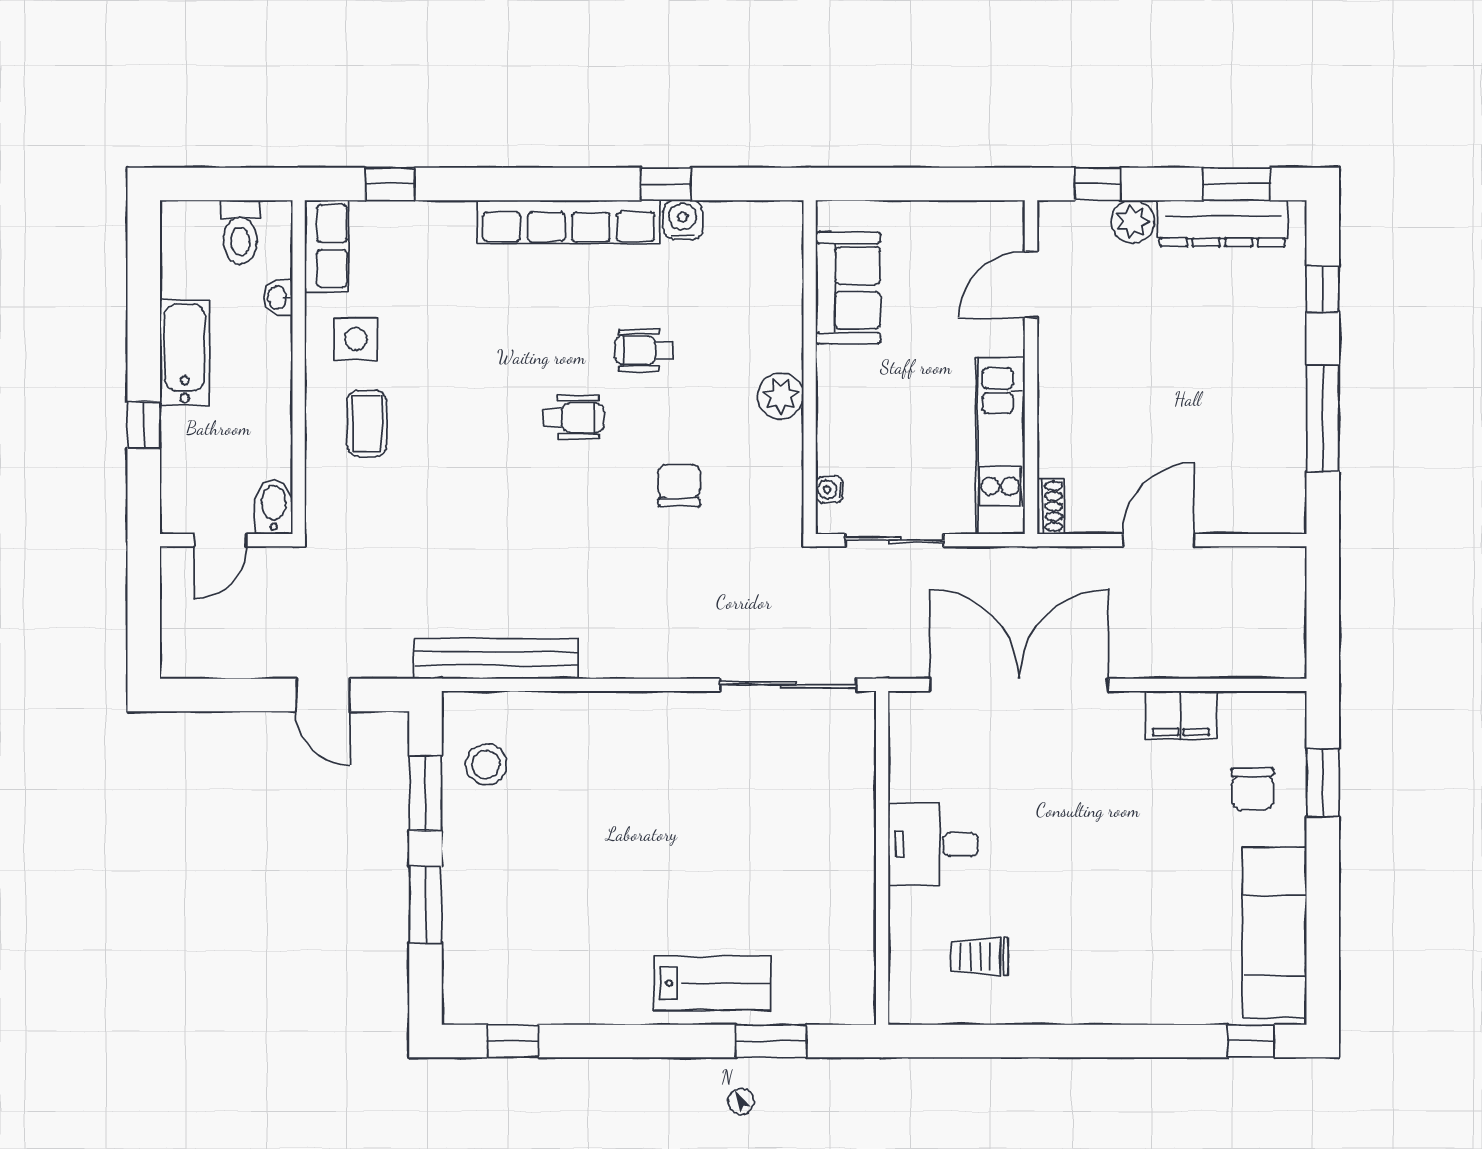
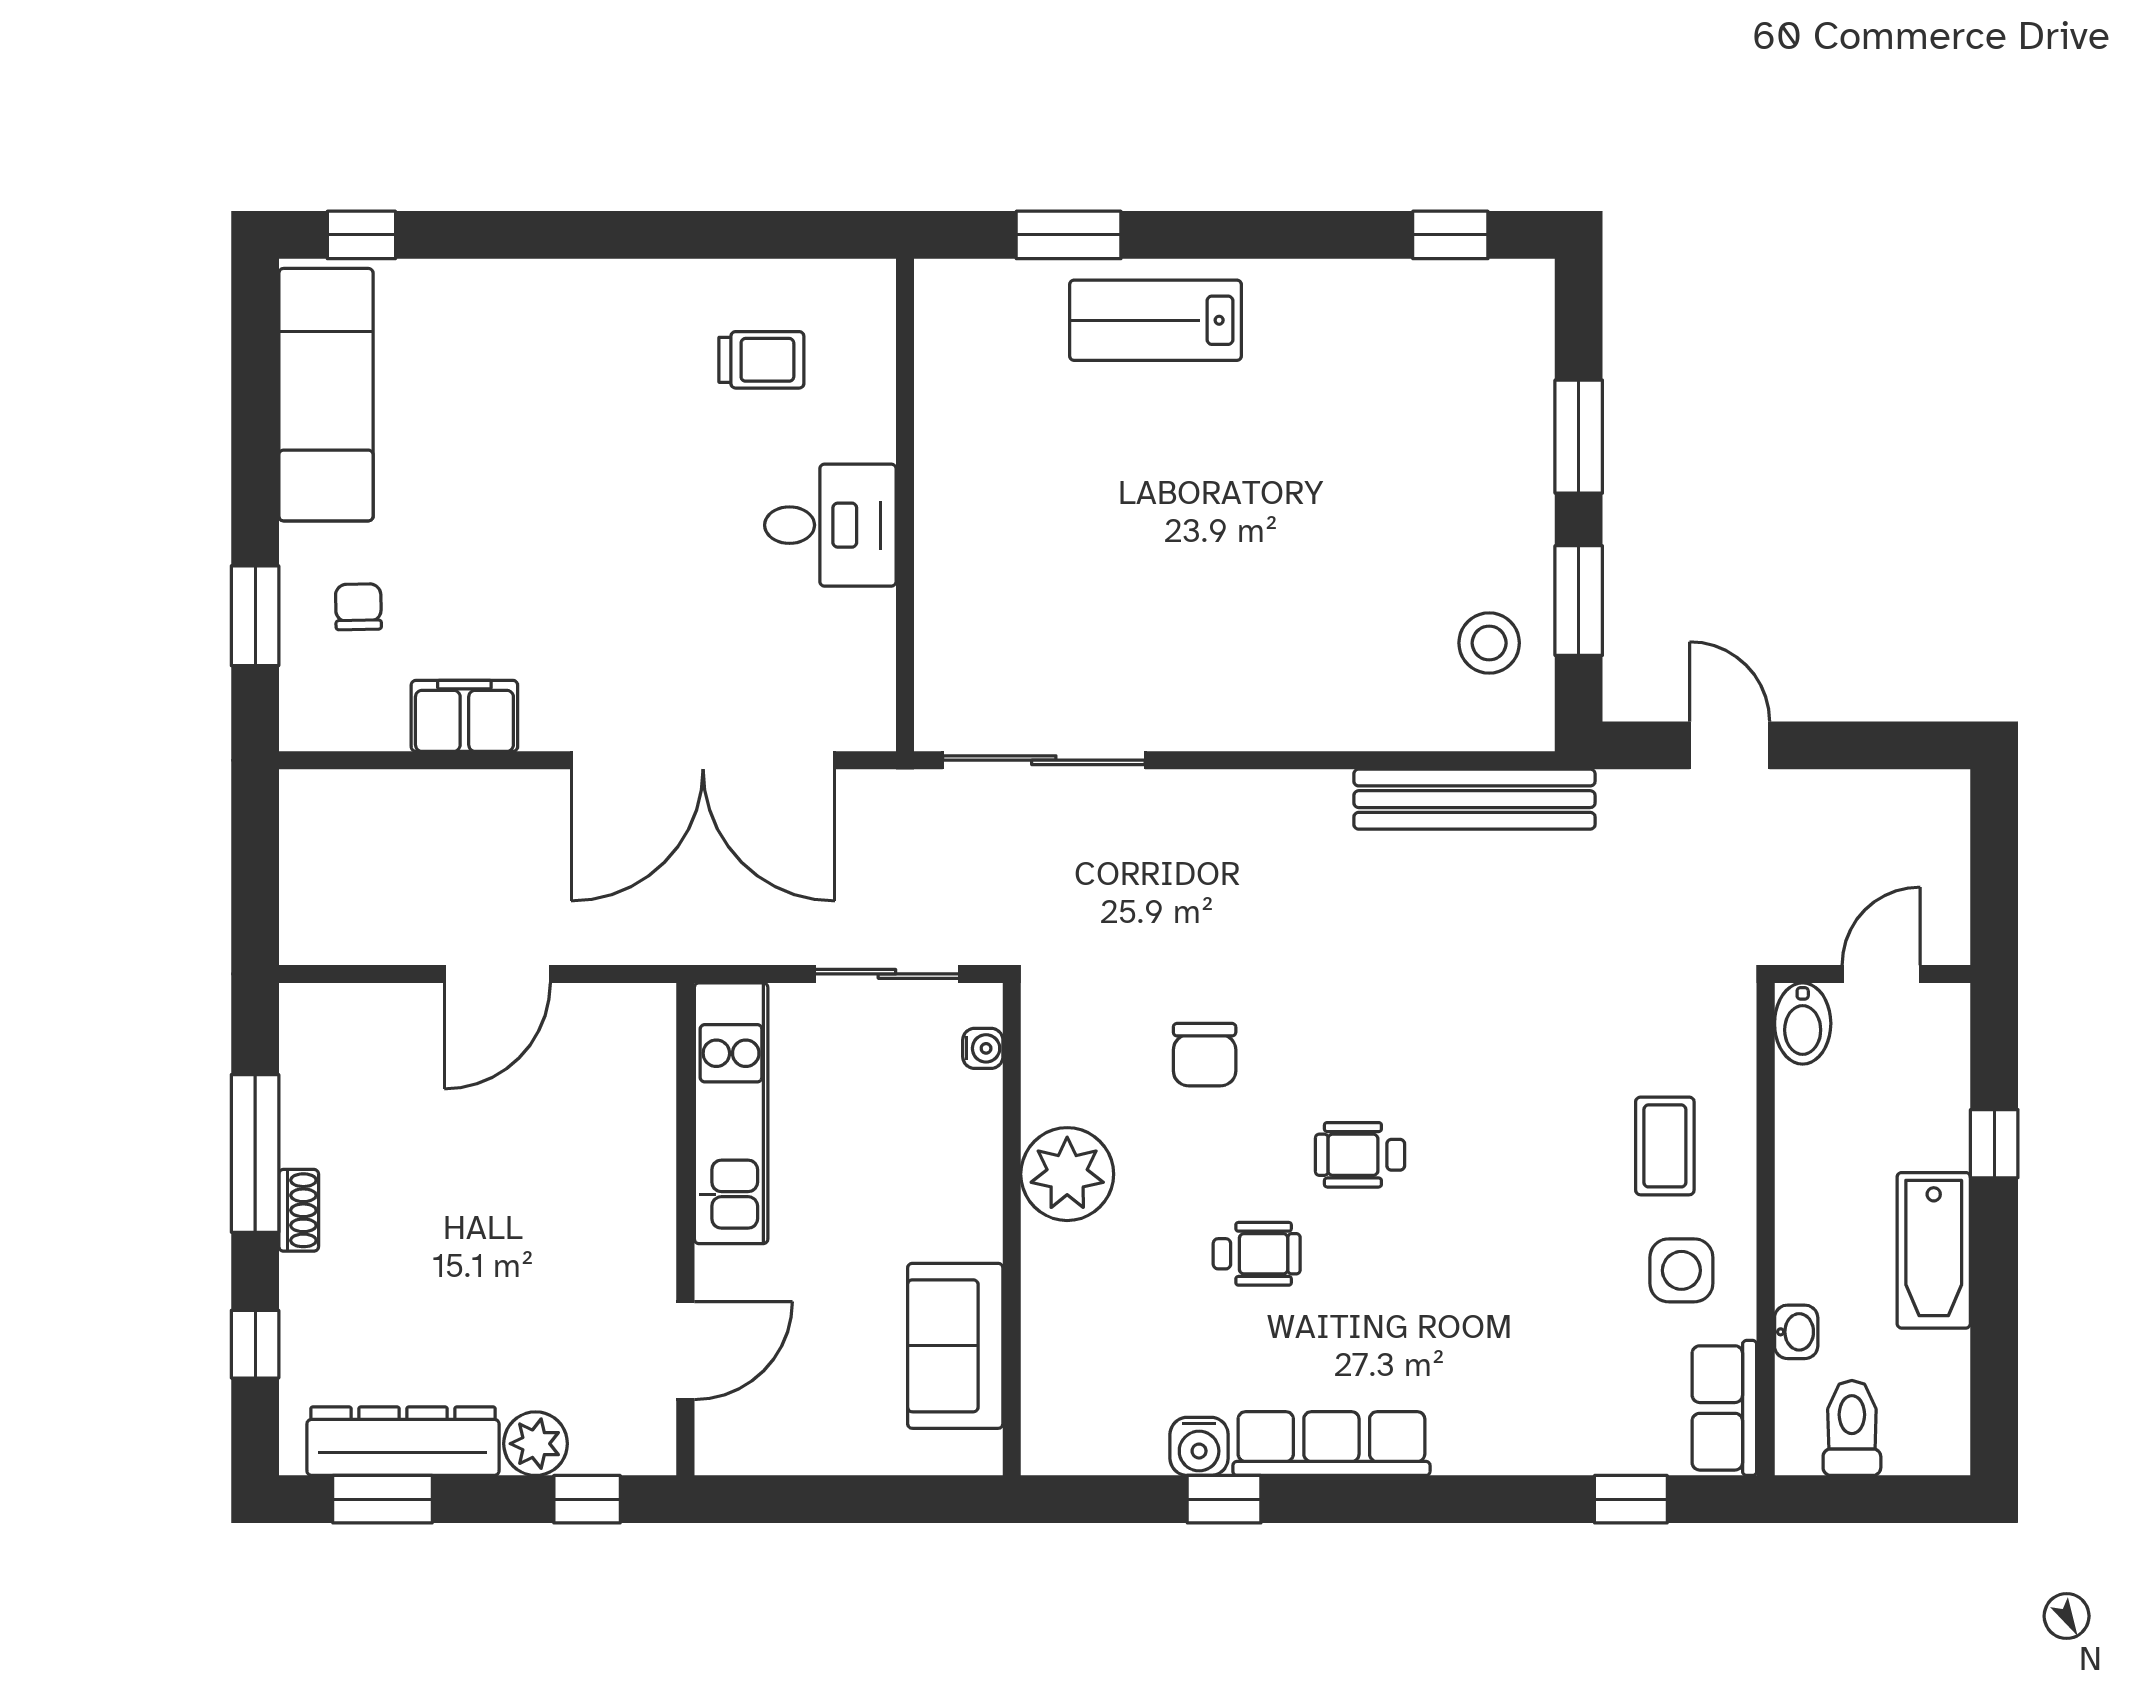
row of seats: (569, 222) -> (1331, 1444), width x0.73
plant: (781, 396) -> (1067, 1174), width x1.36, depth x1.36
shoe rack: (1051, 506) -> (299, 1210), moved, turned 180
chair: (1253, 789) -> (358, 607), width x0.73, depth x0.73

